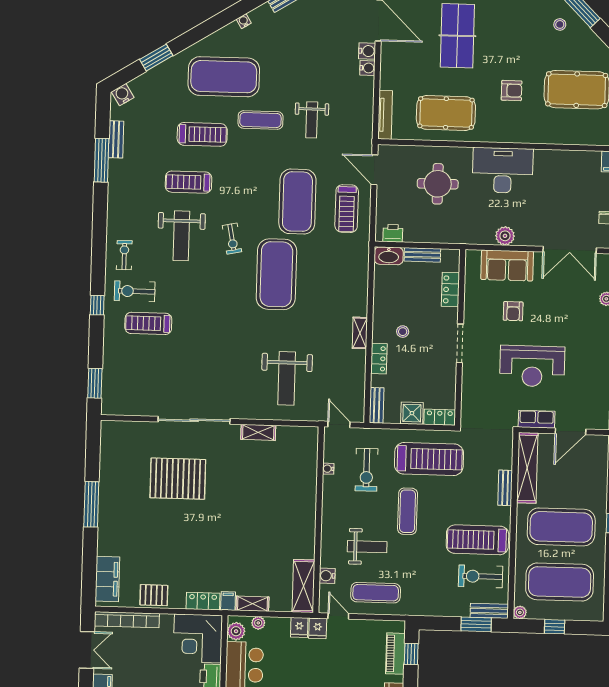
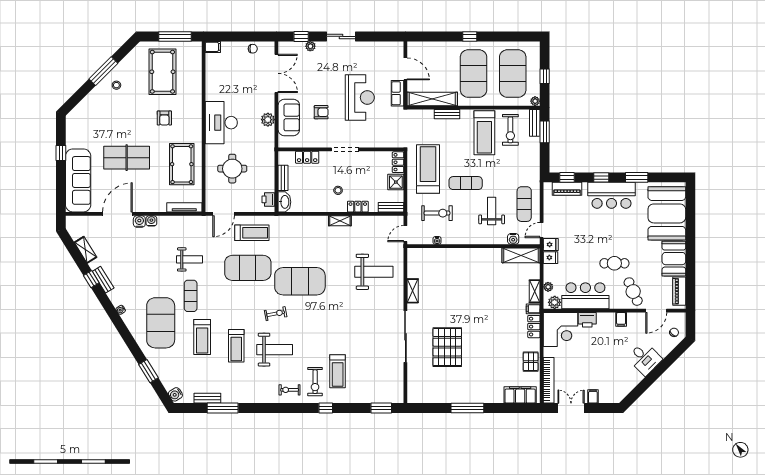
armchair: (512, 90) -> (164, 118), turned 180
treadmill: (202, 134) -> (202, 337), turned 180

